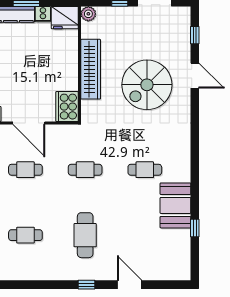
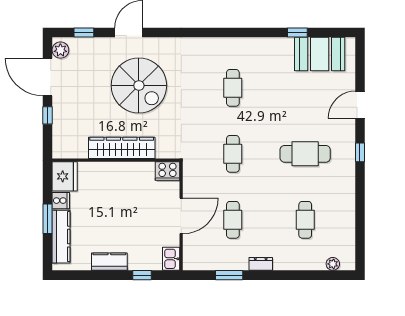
plant: (88, 14) -> (60, 50), moved
cooker: (67, 107) -> (167, 171), width x0.73, depth x0.76
booth: (175, 205) -> (320, 54), moved

